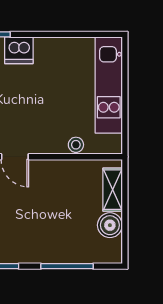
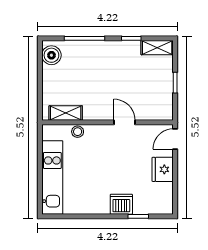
shelving: (113, 190) -> (66, 113), moved, turned 90
boiler: (110, 225) -> (51, 55), moved

